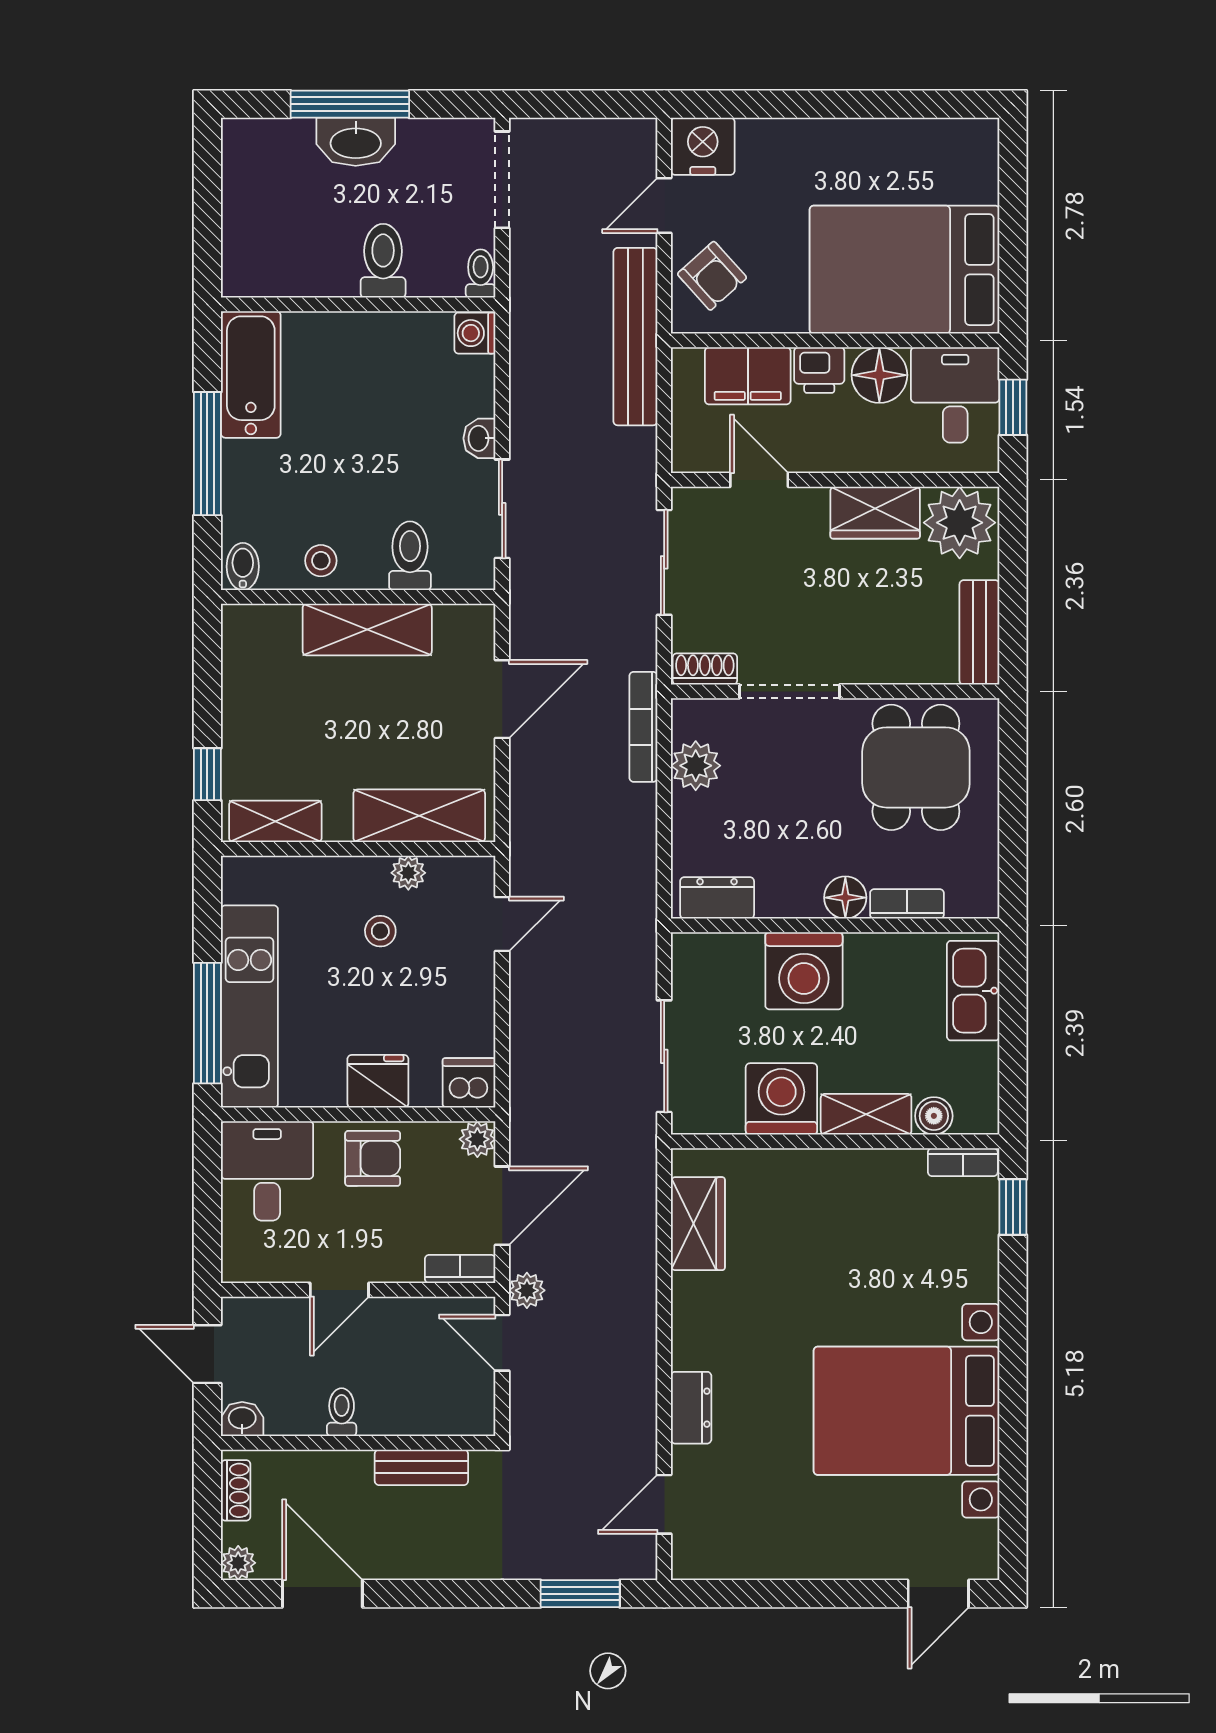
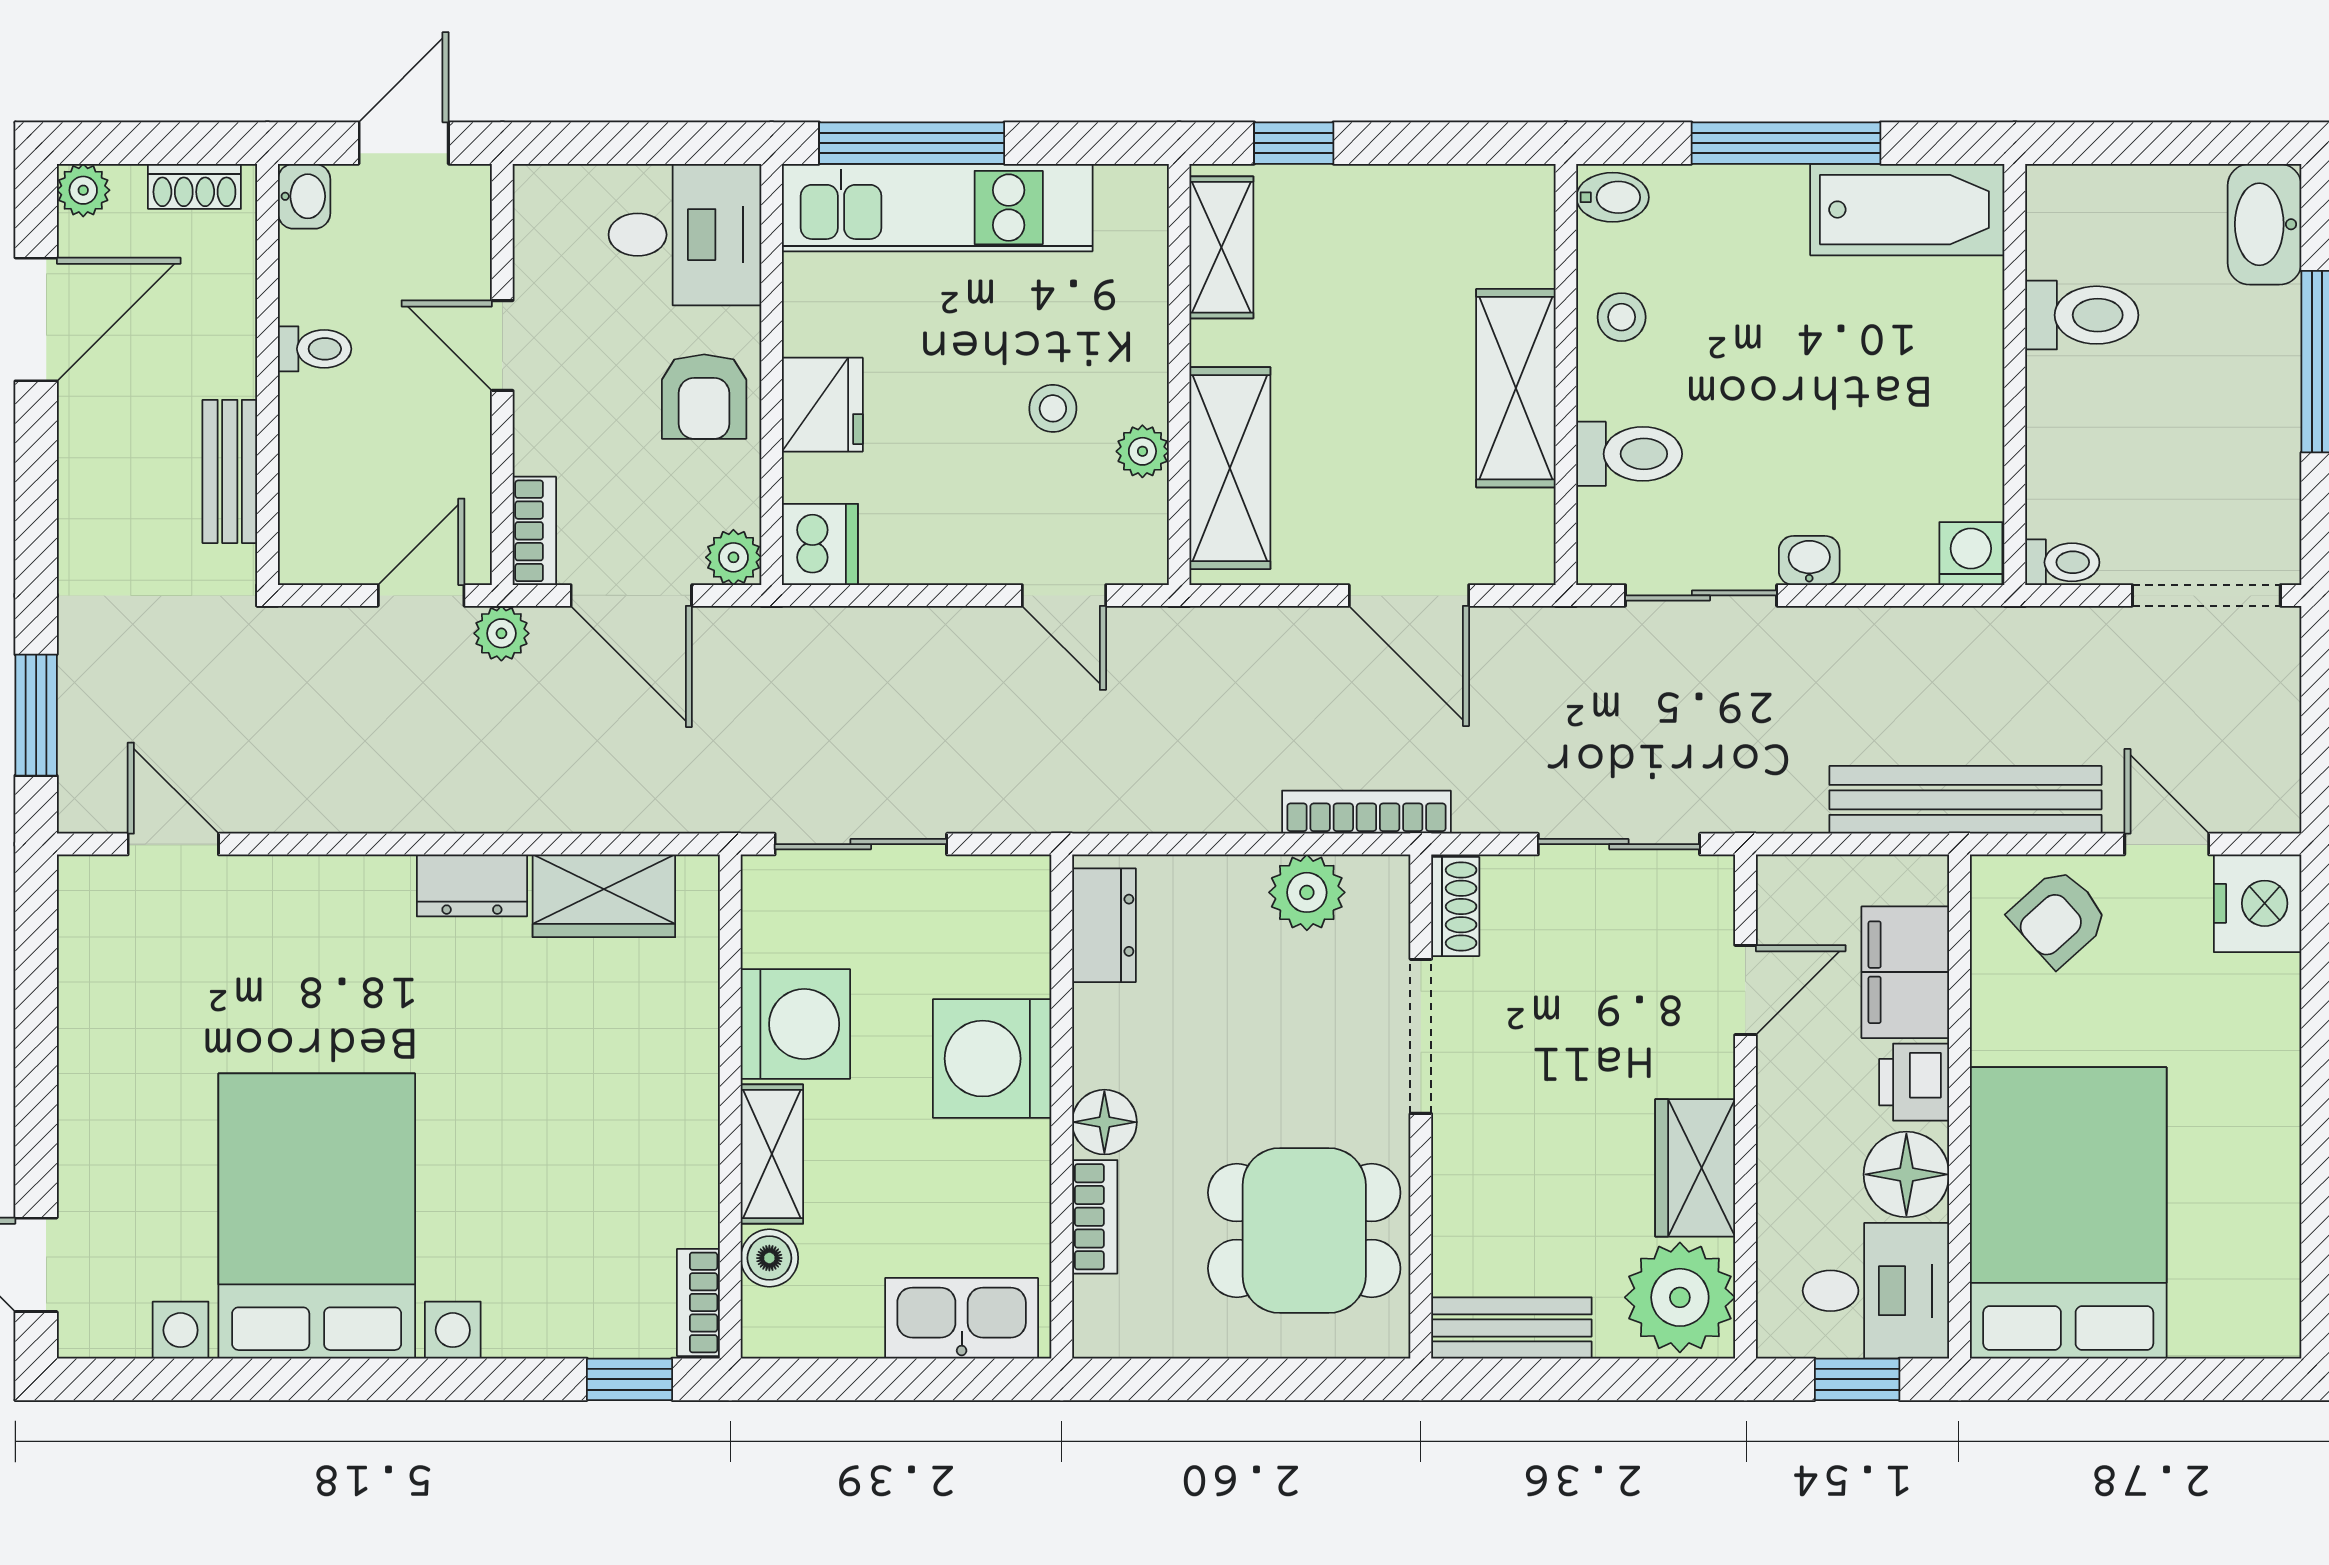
washbasin: (356, 142) -> (2264, 224), moved
toilet: (383, 261) -> (2082, 315), moved
dresser: (691, 1408) -> (472, 885), moved

